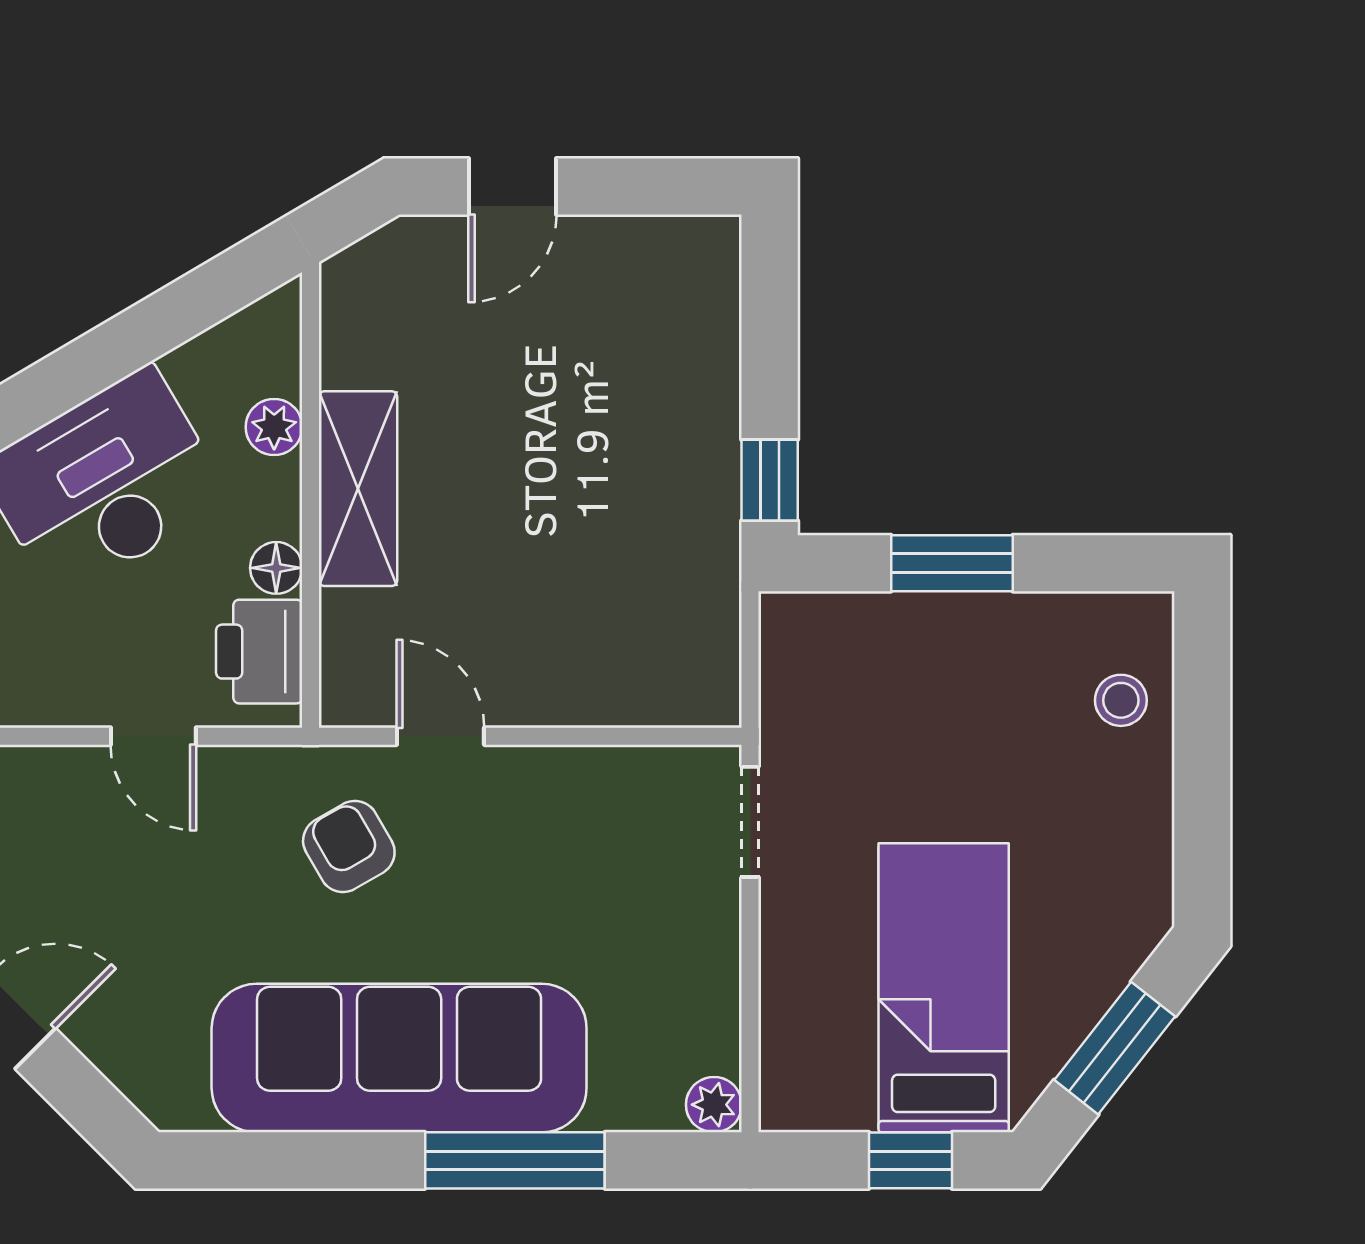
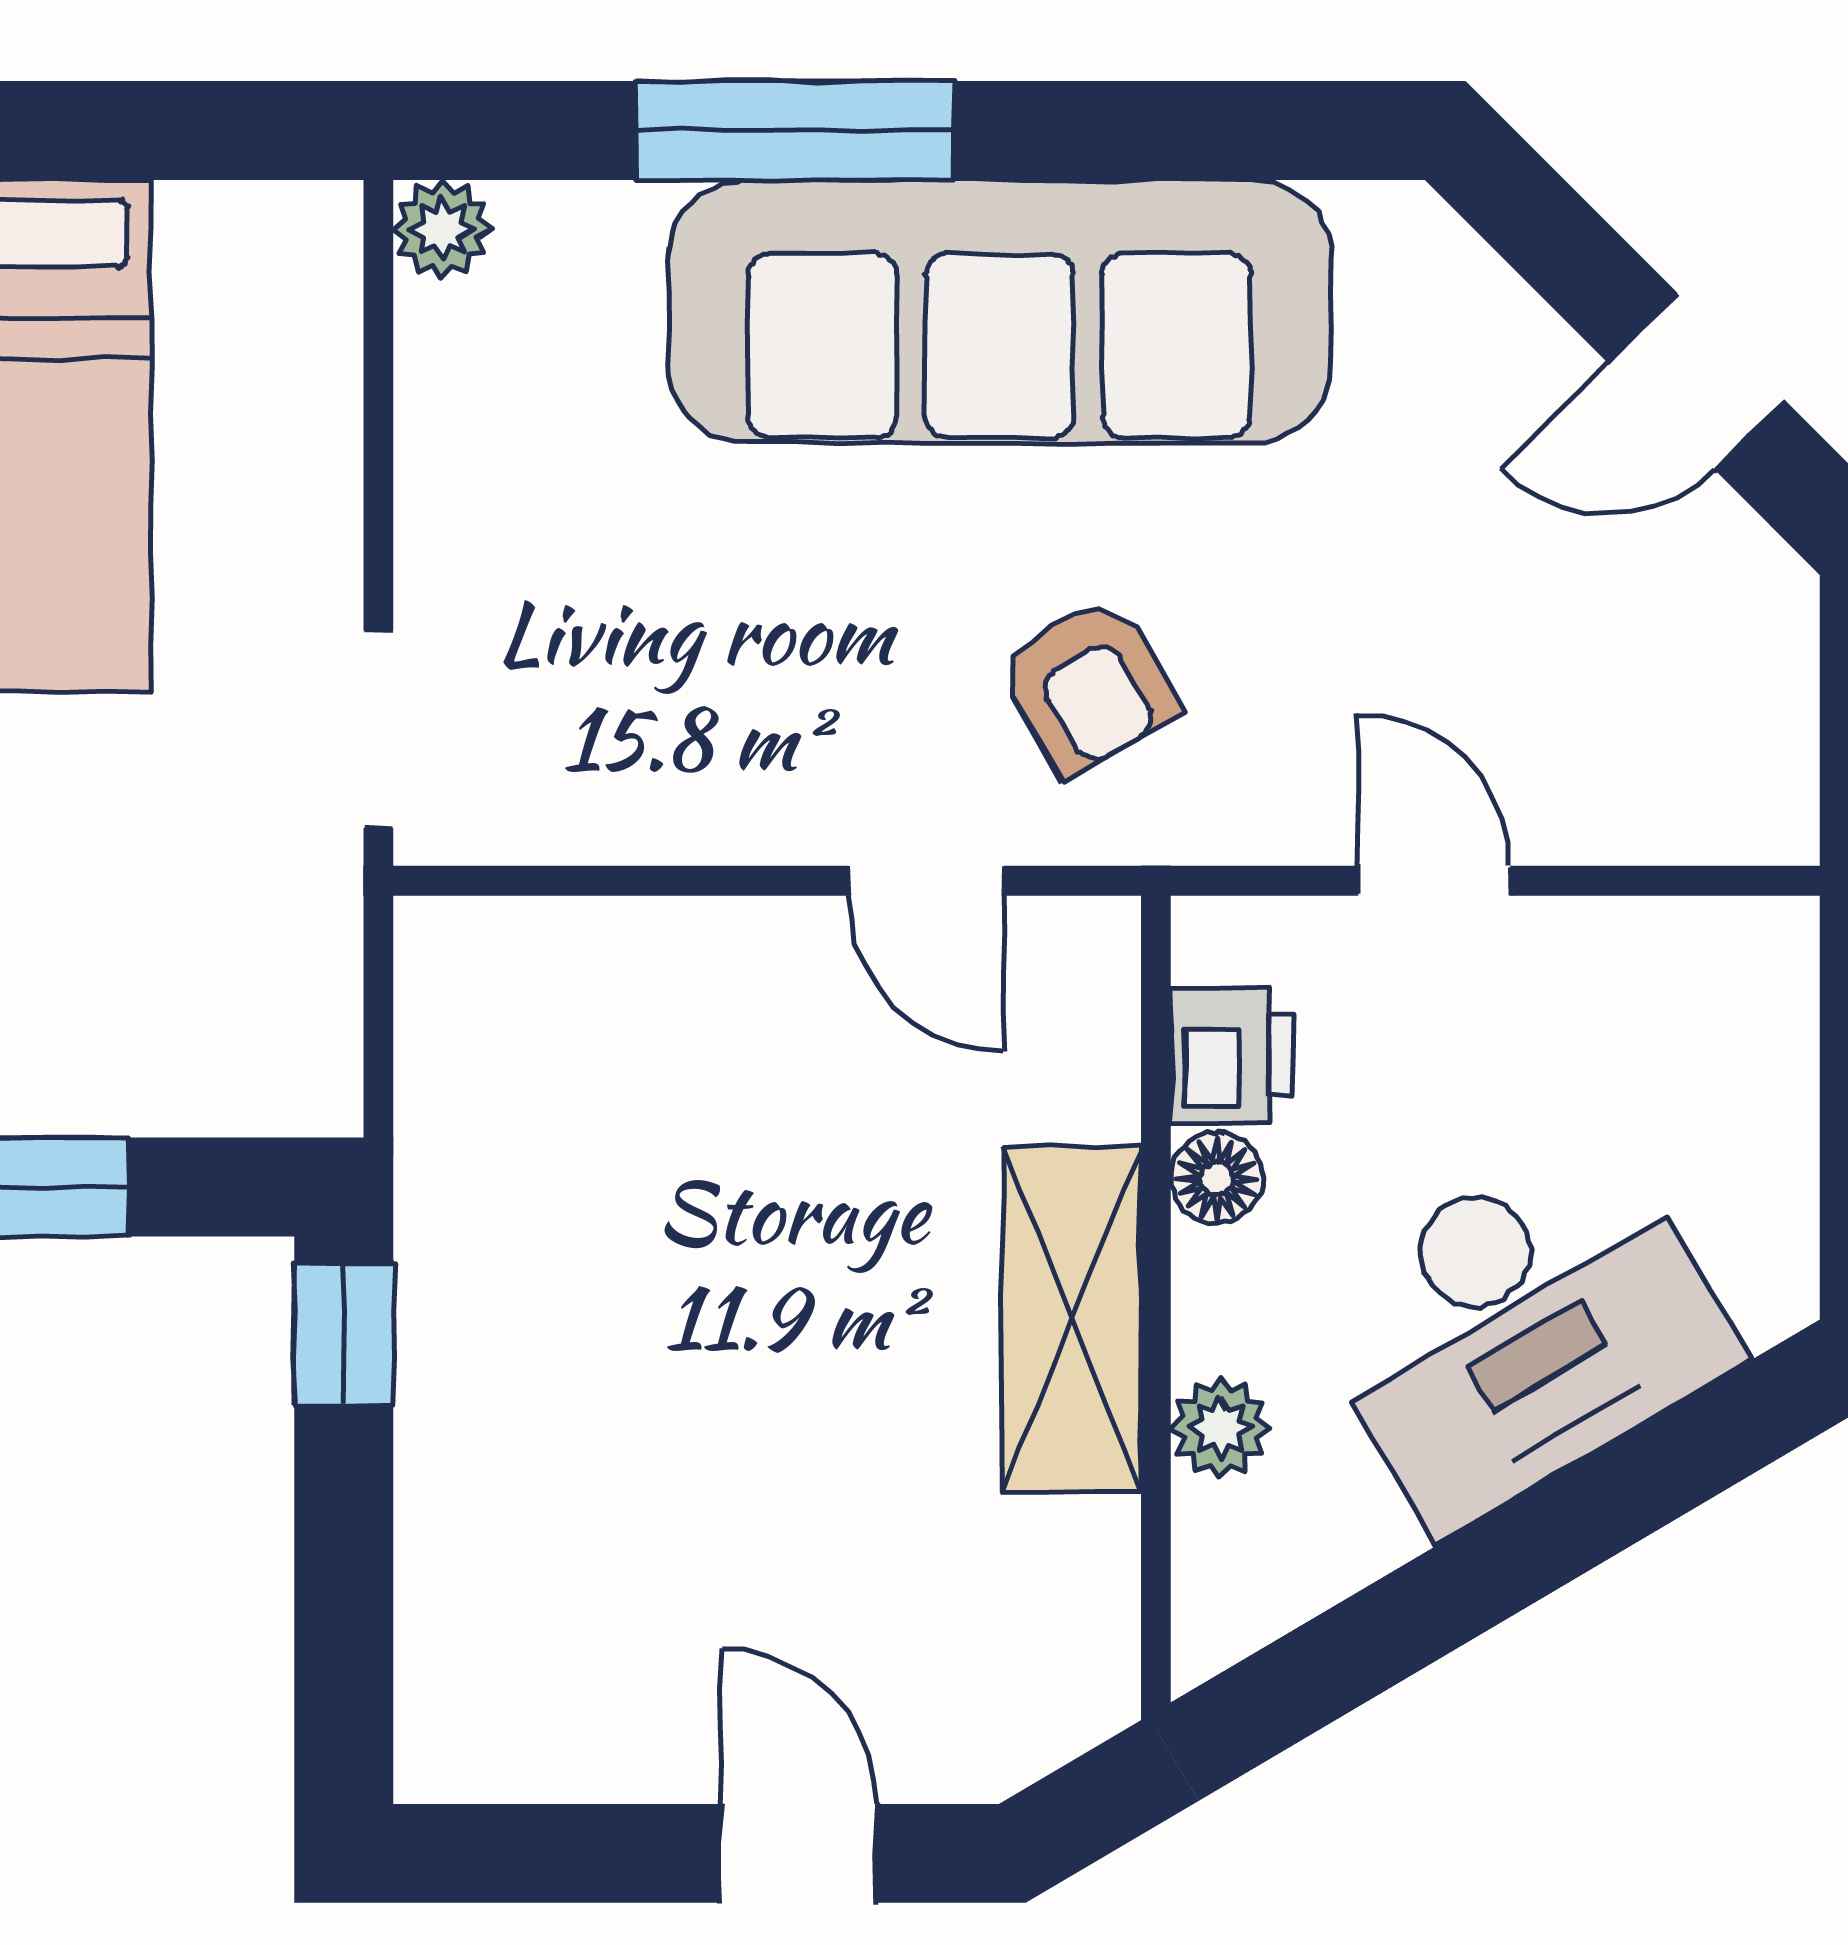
door: (512, 186) -> (799, 1853), hinge flipped
printer: (259, 652) -> (1232, 1055), width x0.73, depth x0.81
window: (910, 1160) -> (95, 130), removed

